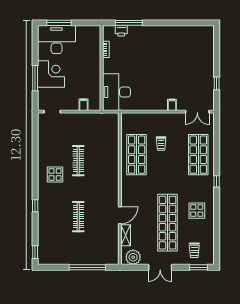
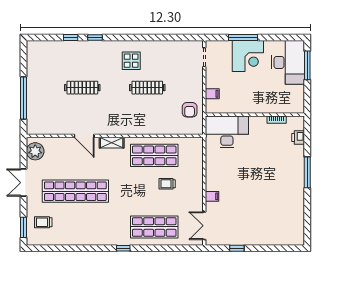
window: (129, 23) -> (307, 172), moved
armchair: (97, 124) -> (190, 110), added
display table: (197, 211) -> (89, 225), removed
shelving: (126, 235) -> (112, 143), moved
window: (35, 252) -> (71, 38), moved

